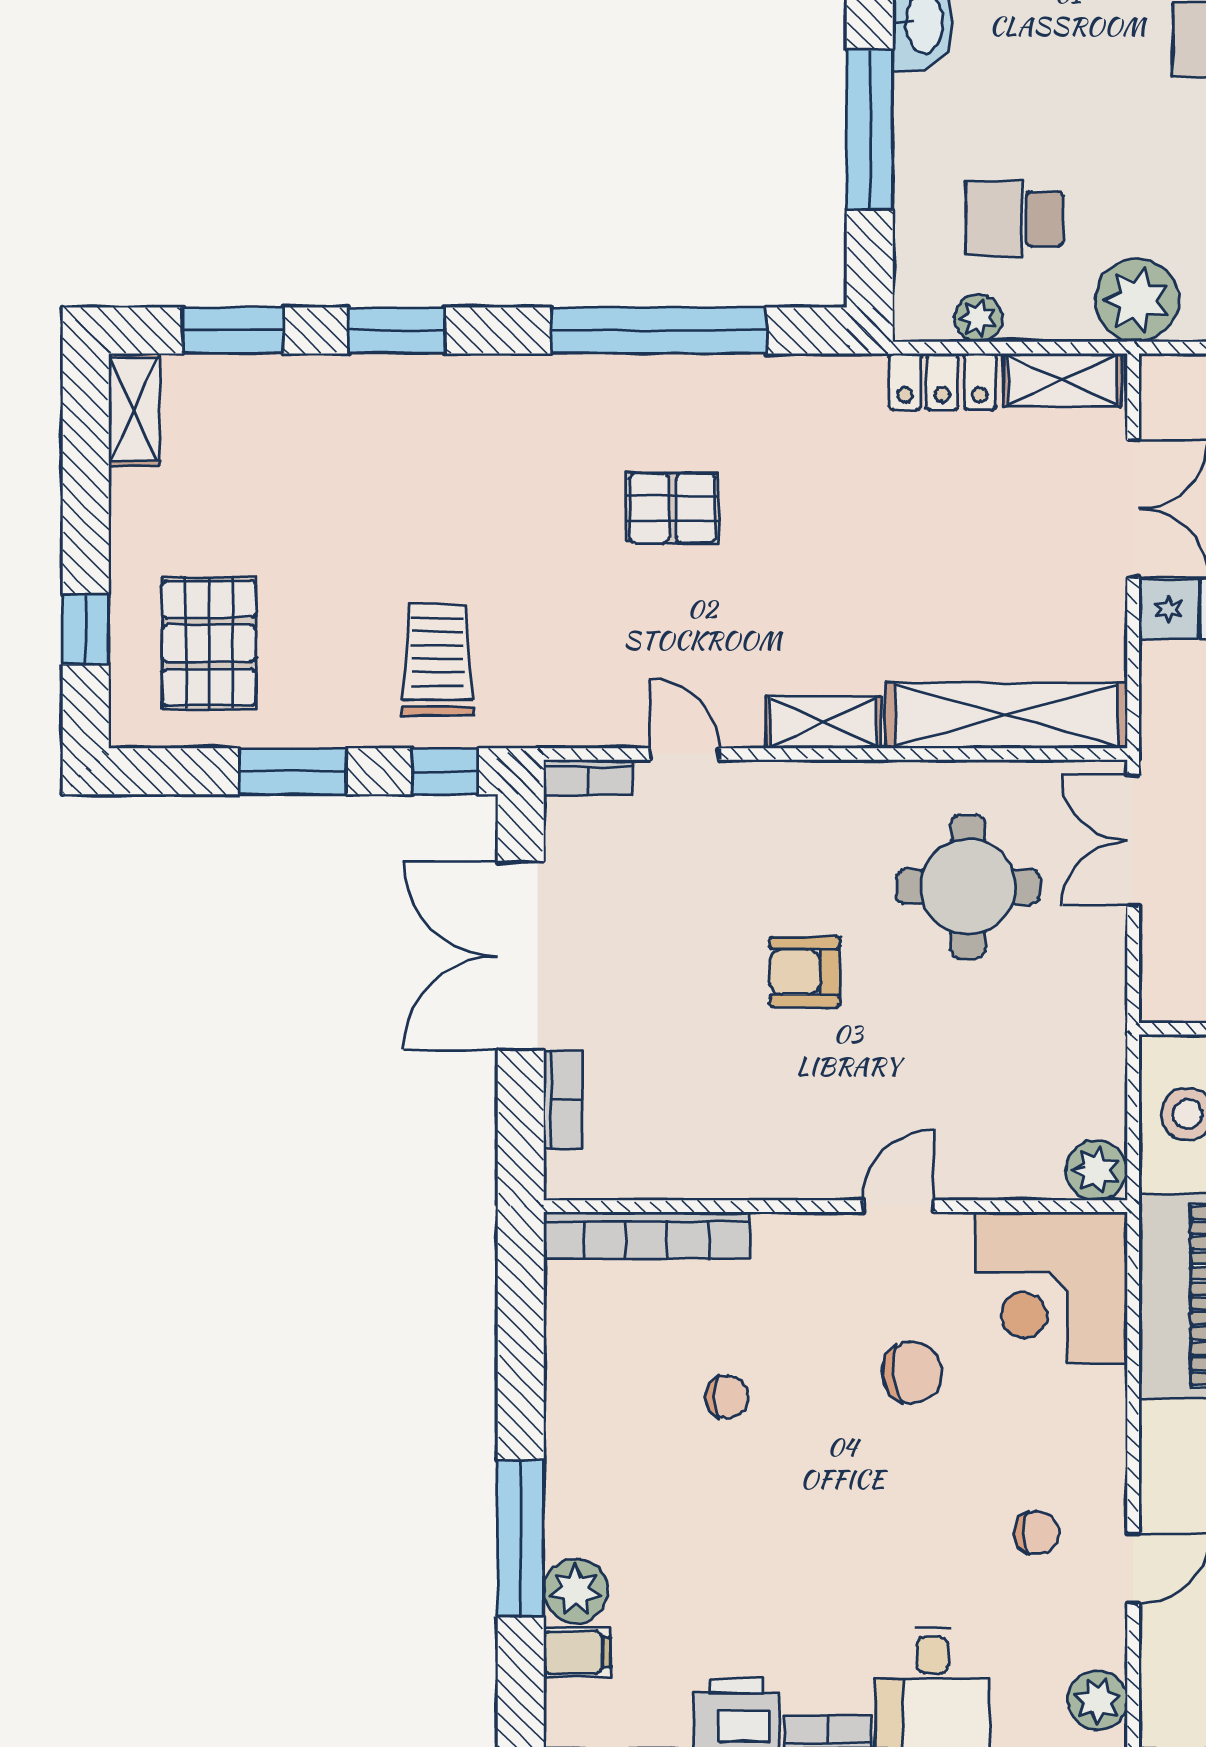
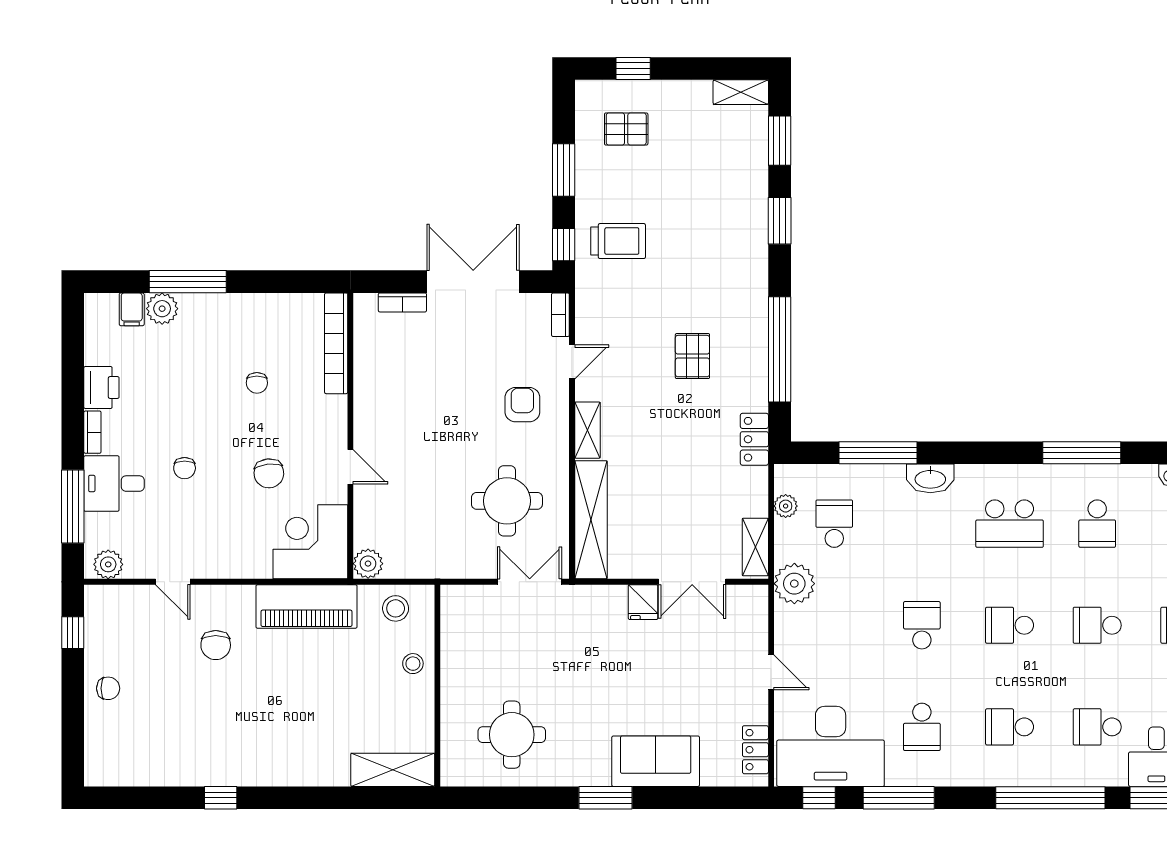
locker: (942, 382) -> (754, 439), moved
pallet: (209, 643) -> (626, 129), width x0.67, depth x0.71
armchair: (805, 972) -> (522, 405), moved
chair: (1037, 1533) -> (185, 468), moved

